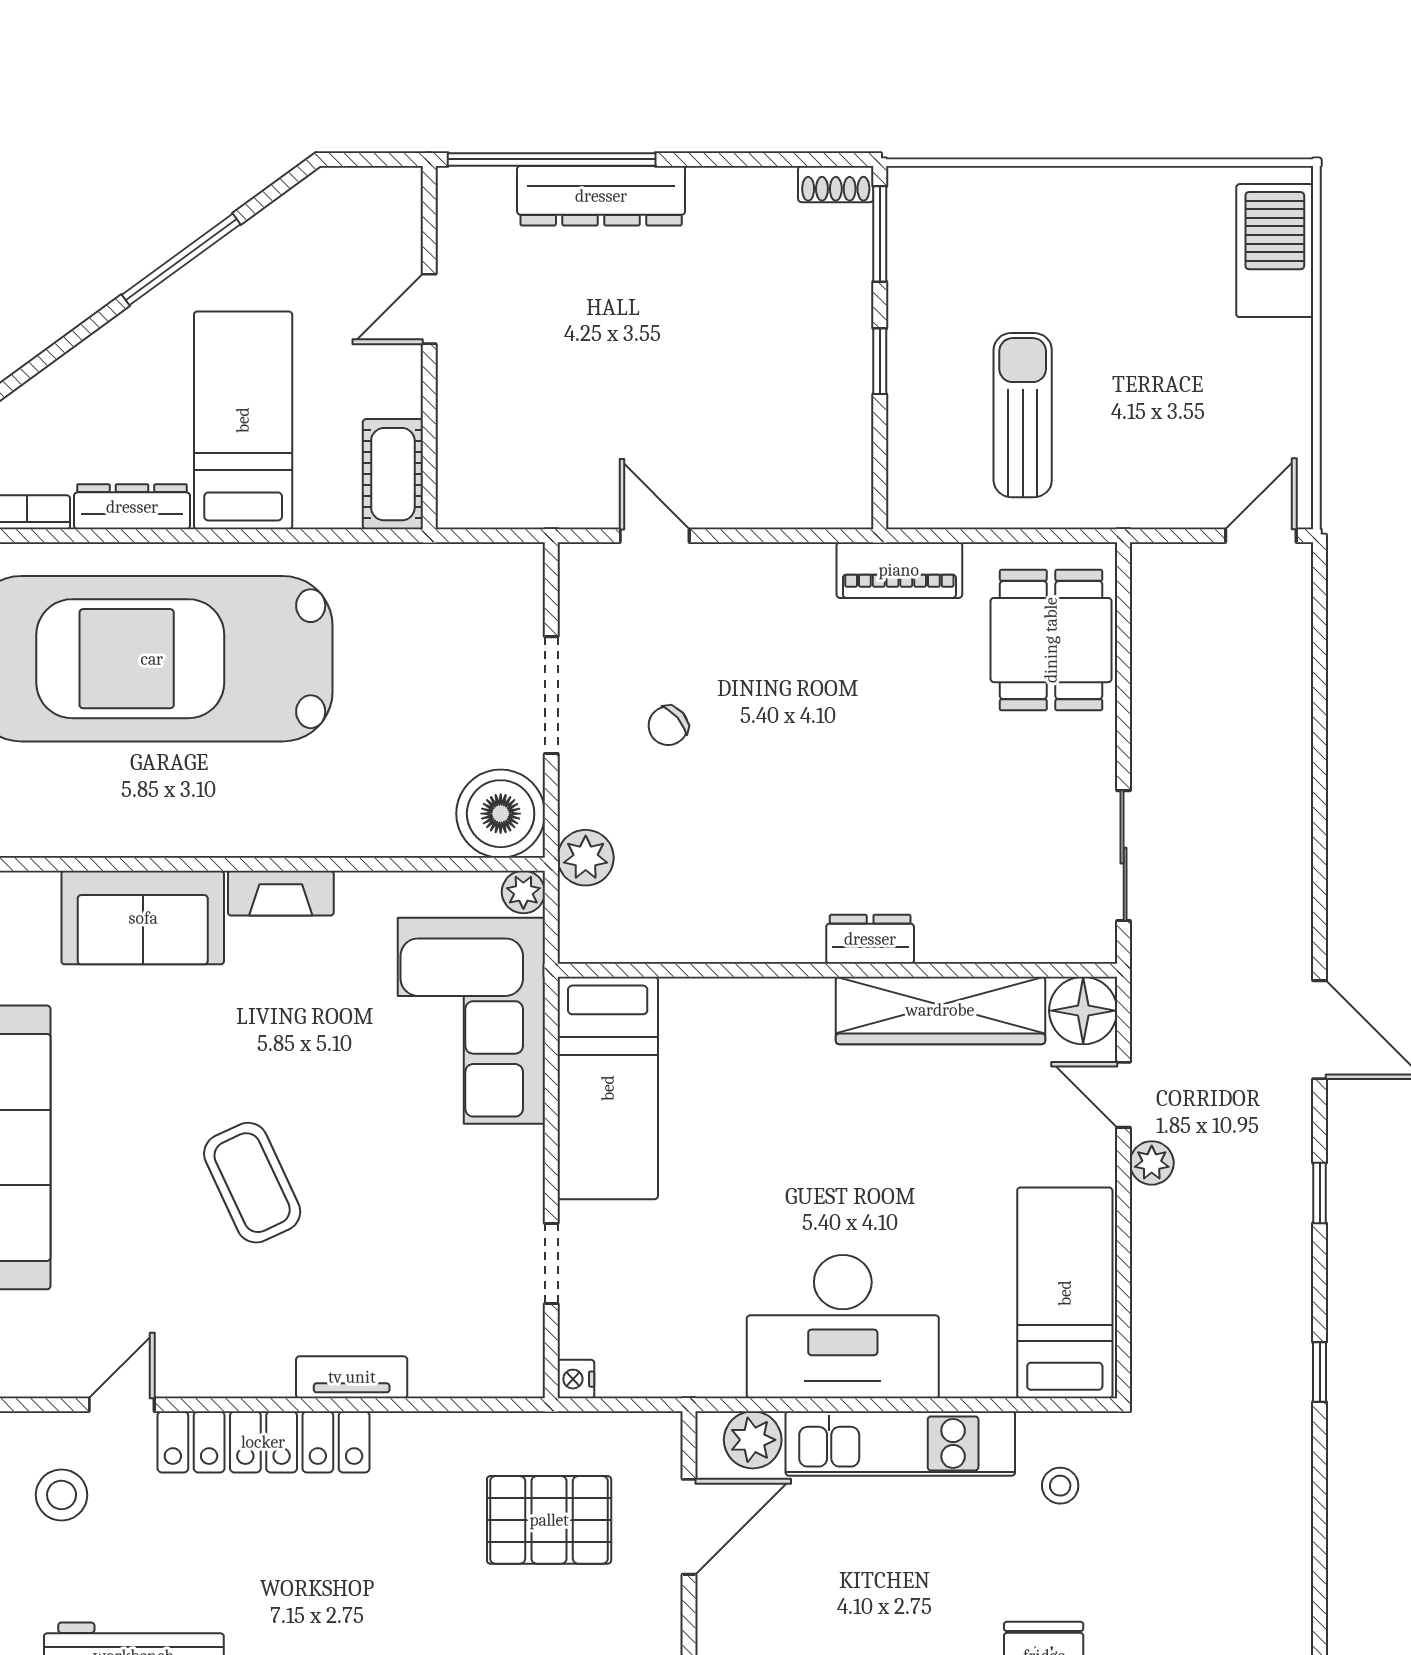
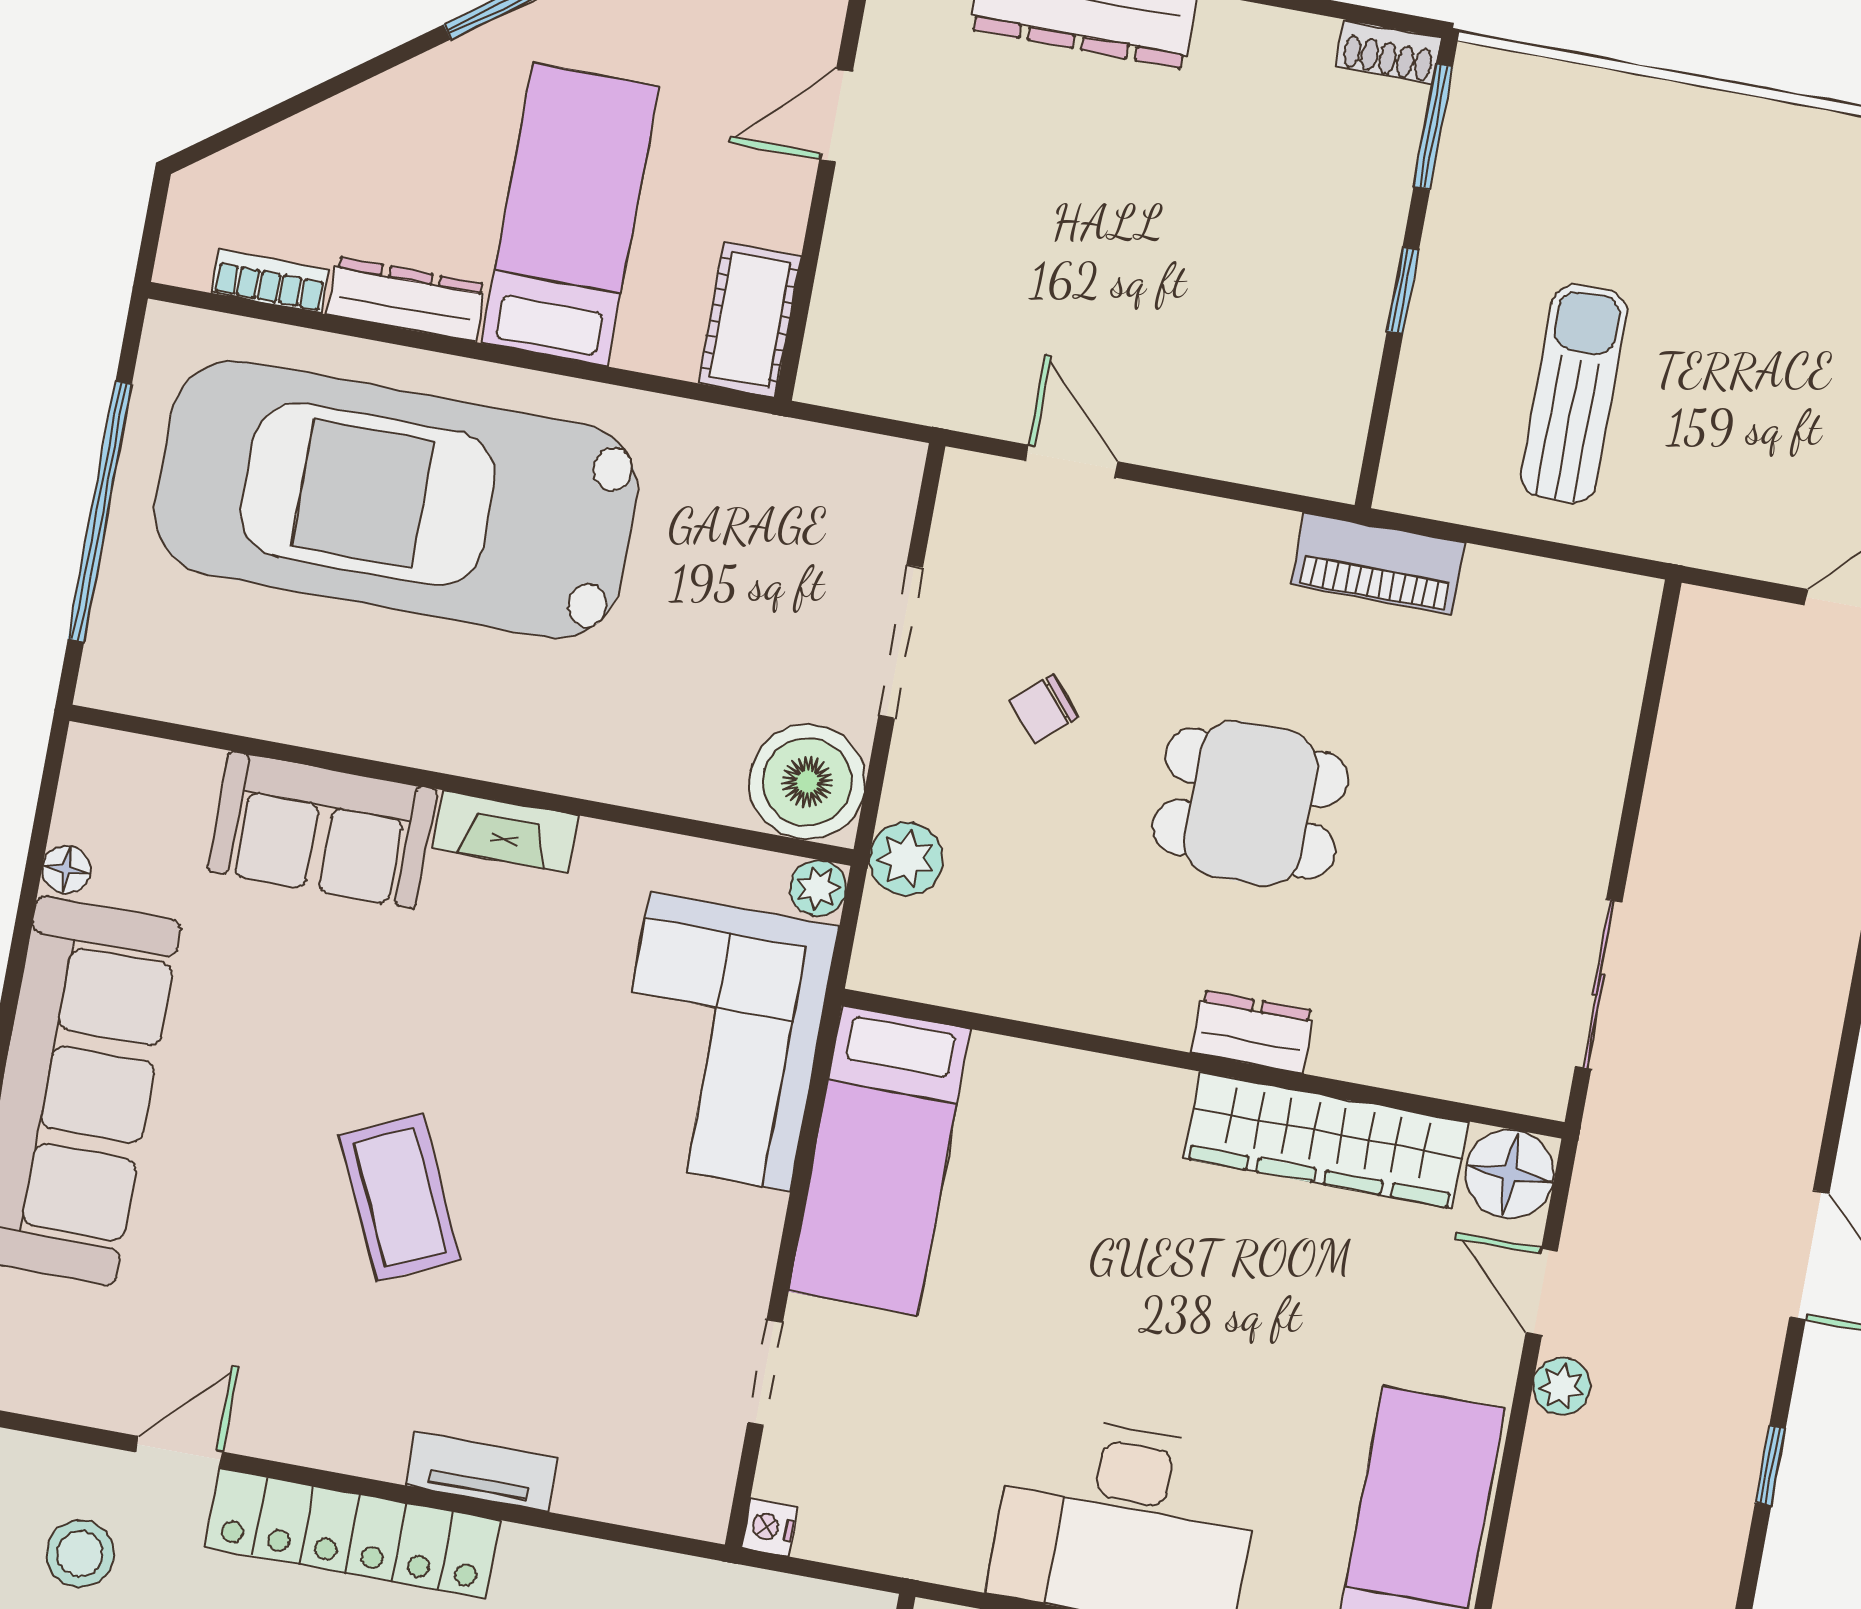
dining table: (1051, 640) -> (1250, 803), moved, turned 90

